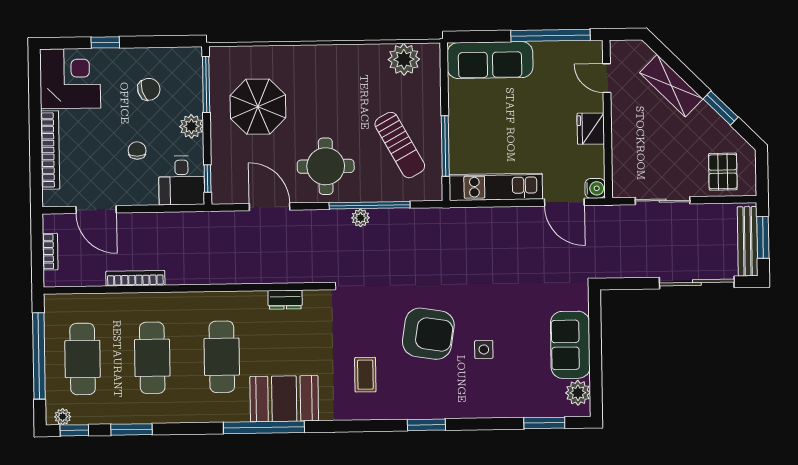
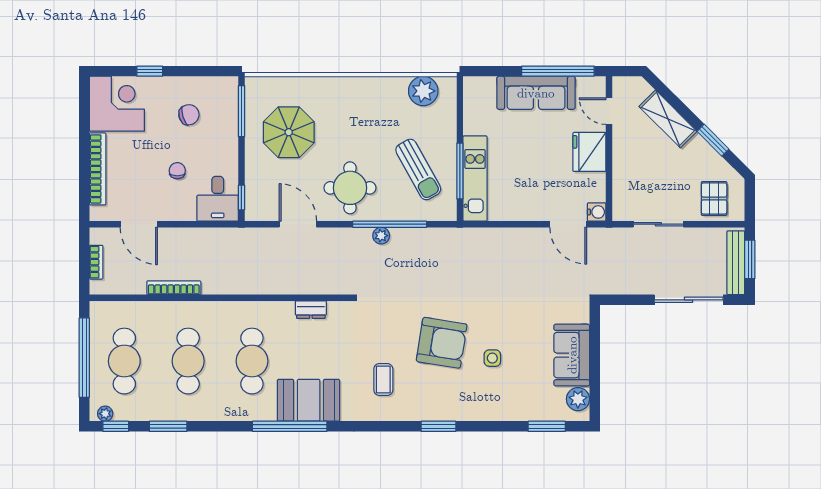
sofa: (490, 60) -> (536, 93), moved
plant: (191, 126) -> (227, 149), removed
fridge: (591, 129) -> (589, 152), width x1.36, depth x1.34
kitchen unit: (496, 187) -> (475, 179), moved, turned 90

